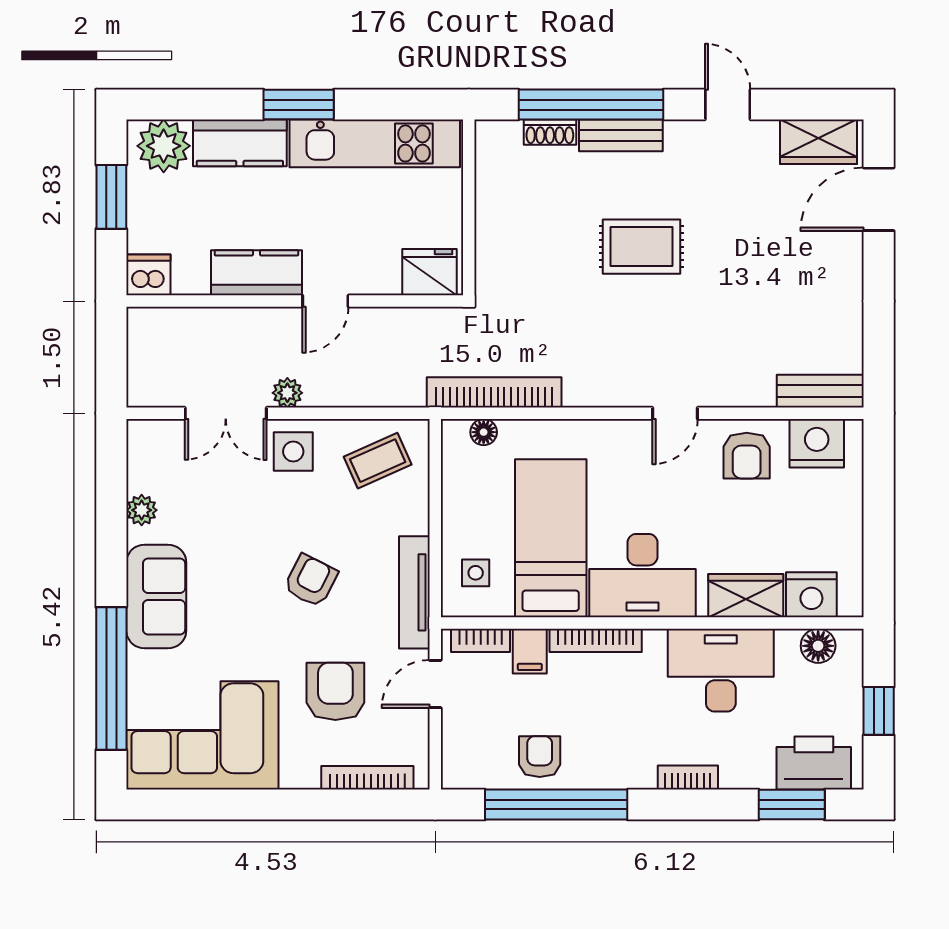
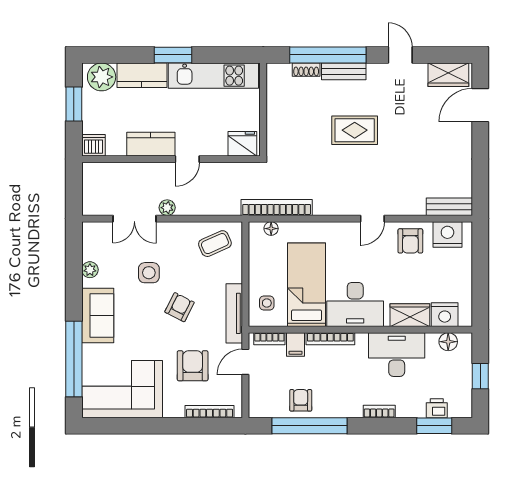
side table: (293, 452) -> (149, 273), moved
printer: (814, 763) -> (437, 408), width x0.53, depth x0.68

